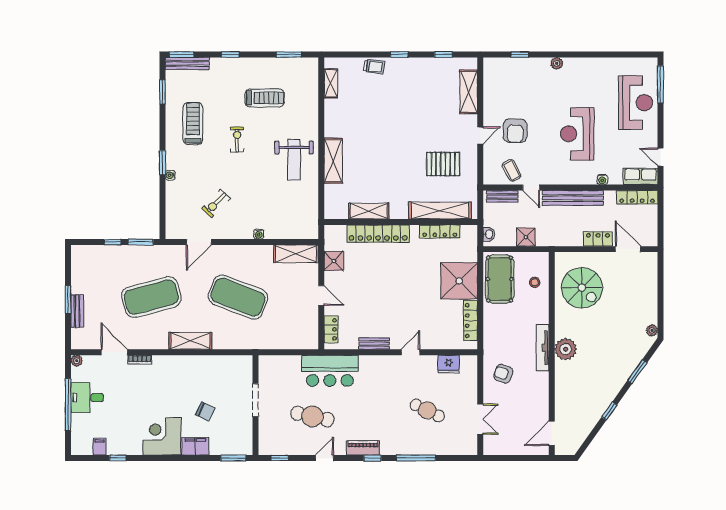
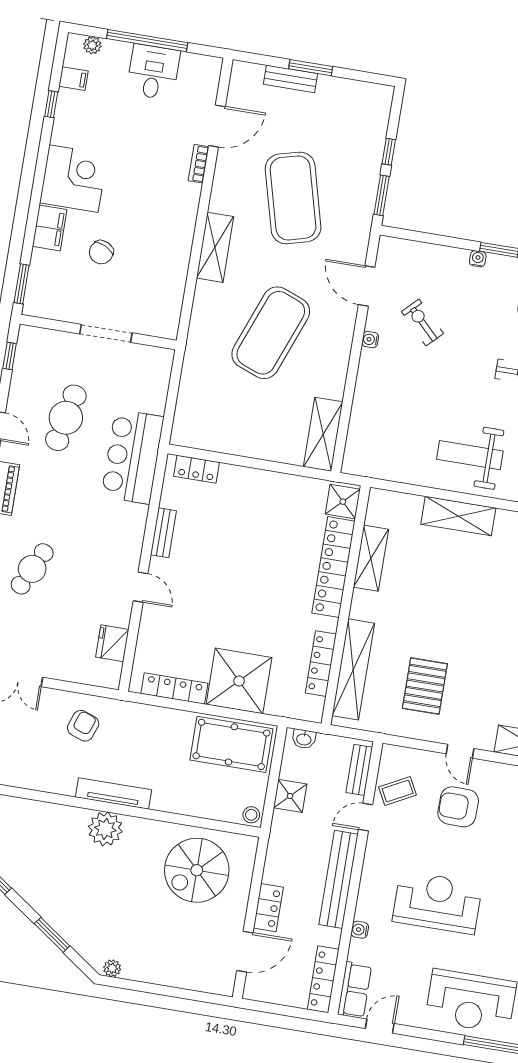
water cooler: (259, 234) -> (370, 340), moved
shower: (334, 261) -> (343, 502), moved
stool: (535, 282) -> (251, 815), moved
door: (321, 296) -> (252, 463), removed
plant: (77, 361) -> (92, 45), moved
cafe table: (427, 410) -> (32, 569), moved

